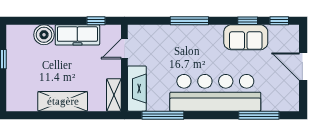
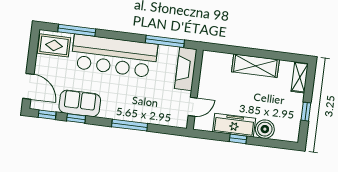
window: (96, 21) -> (238, 139), moved
door: (303, 66) -> (28, 86), moved
shelving: (114, 95) -> (300, 77), moved
rug: (281, 96) -> (54, 45), added

